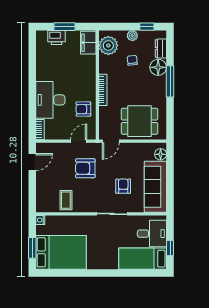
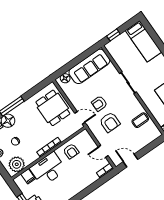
filing cabinet: (88, 43) -> (28, 176), width x0.50
desk: (50, 100) -> (48, 169), moved, turned 180
door: (79, 141) -> (103, 151), moved
armchair: (123, 186) -> (99, 103), moved
desk: (152, 234) -> (122, 47), removed
window: (170, 248) -> (113, 35), moved

